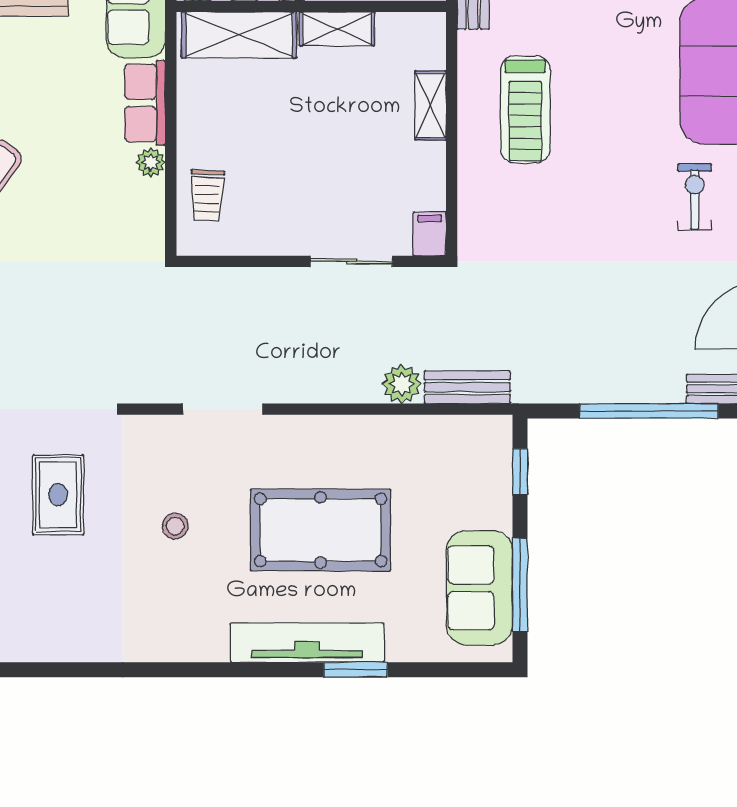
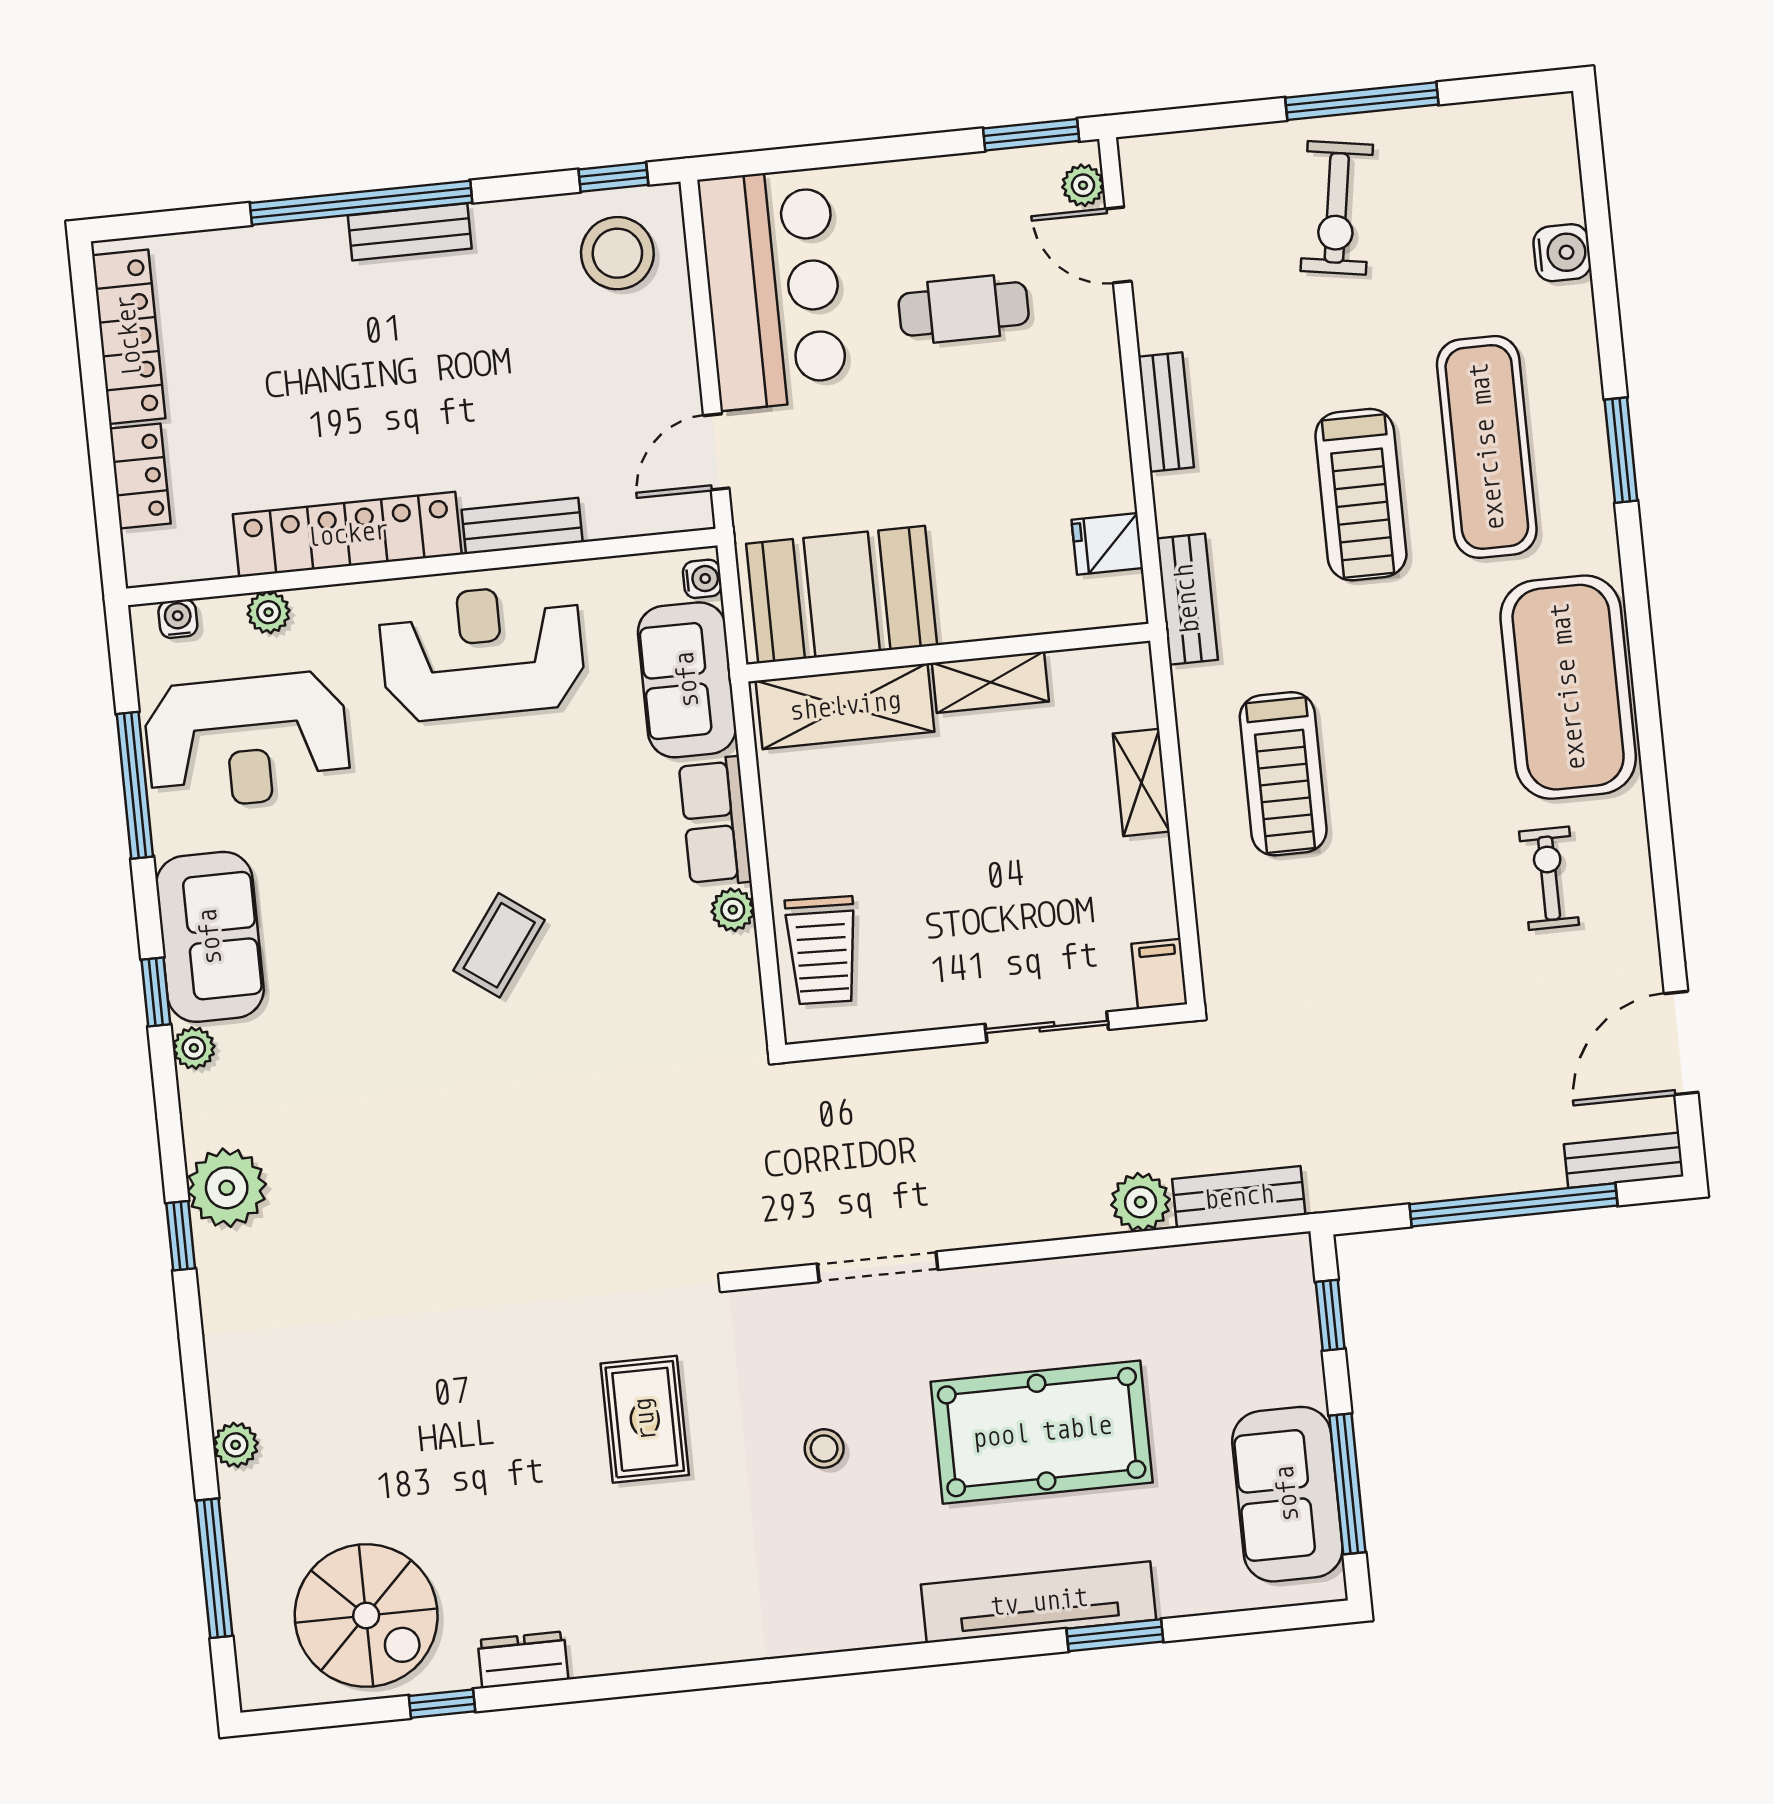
trolley: (207, 195) -> (822, 950), width x1.36, depth x1.39

